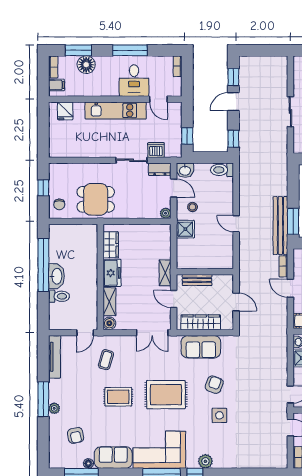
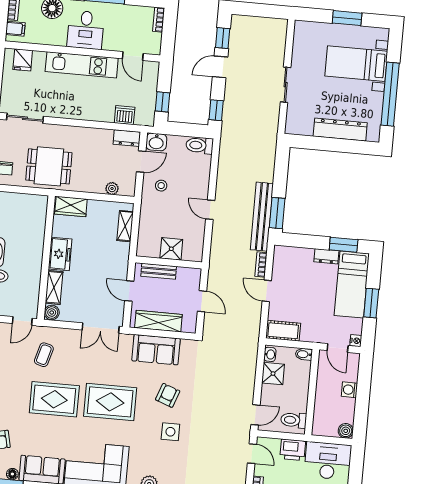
desk: (134, 81) -> (86, 30), moved
sliding door: (132, 160) -> (25, 118), moved
door: (174, 188) -> (141, 162), hinge flipped
plant: (166, 213) -> (112, 189), moved
shower: (185, 229) -> (171, 249), moved
wardrobe: (111, 245) -> (71, 207), moved, turned 90
shelving: (165, 273) -> (125, 226), moved
rug: (118, 397) -> (54, 399), width x1.36, depth x1.43

